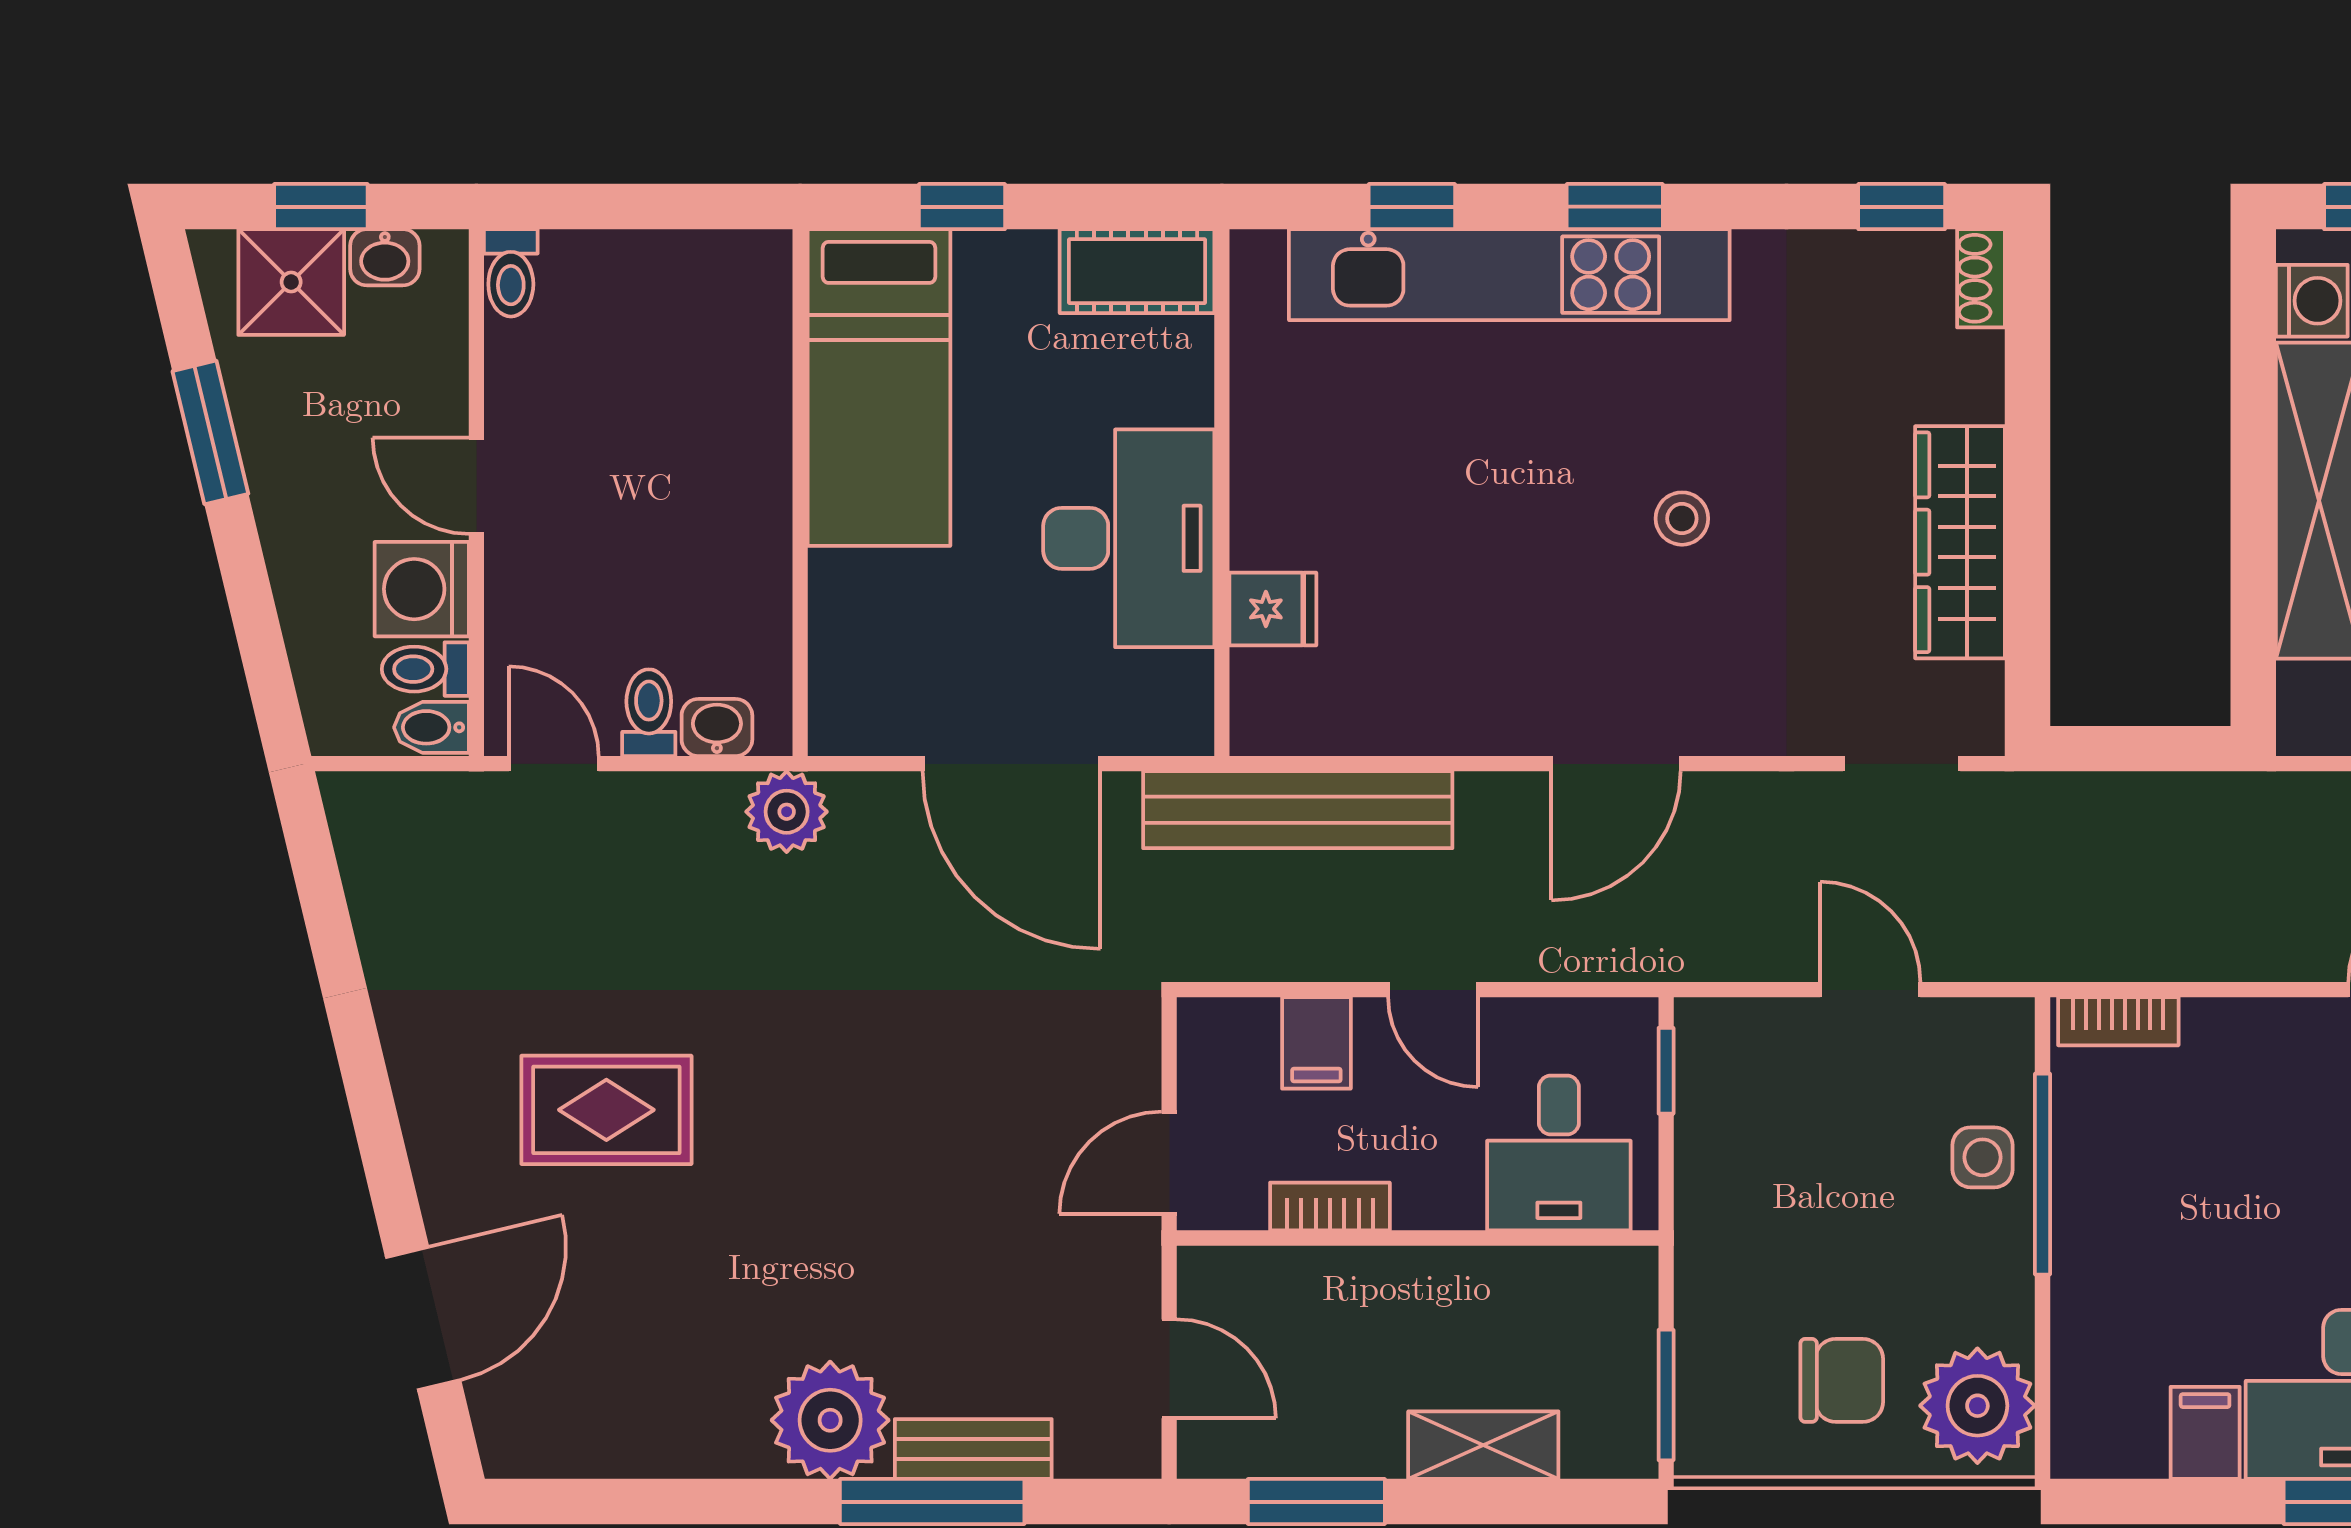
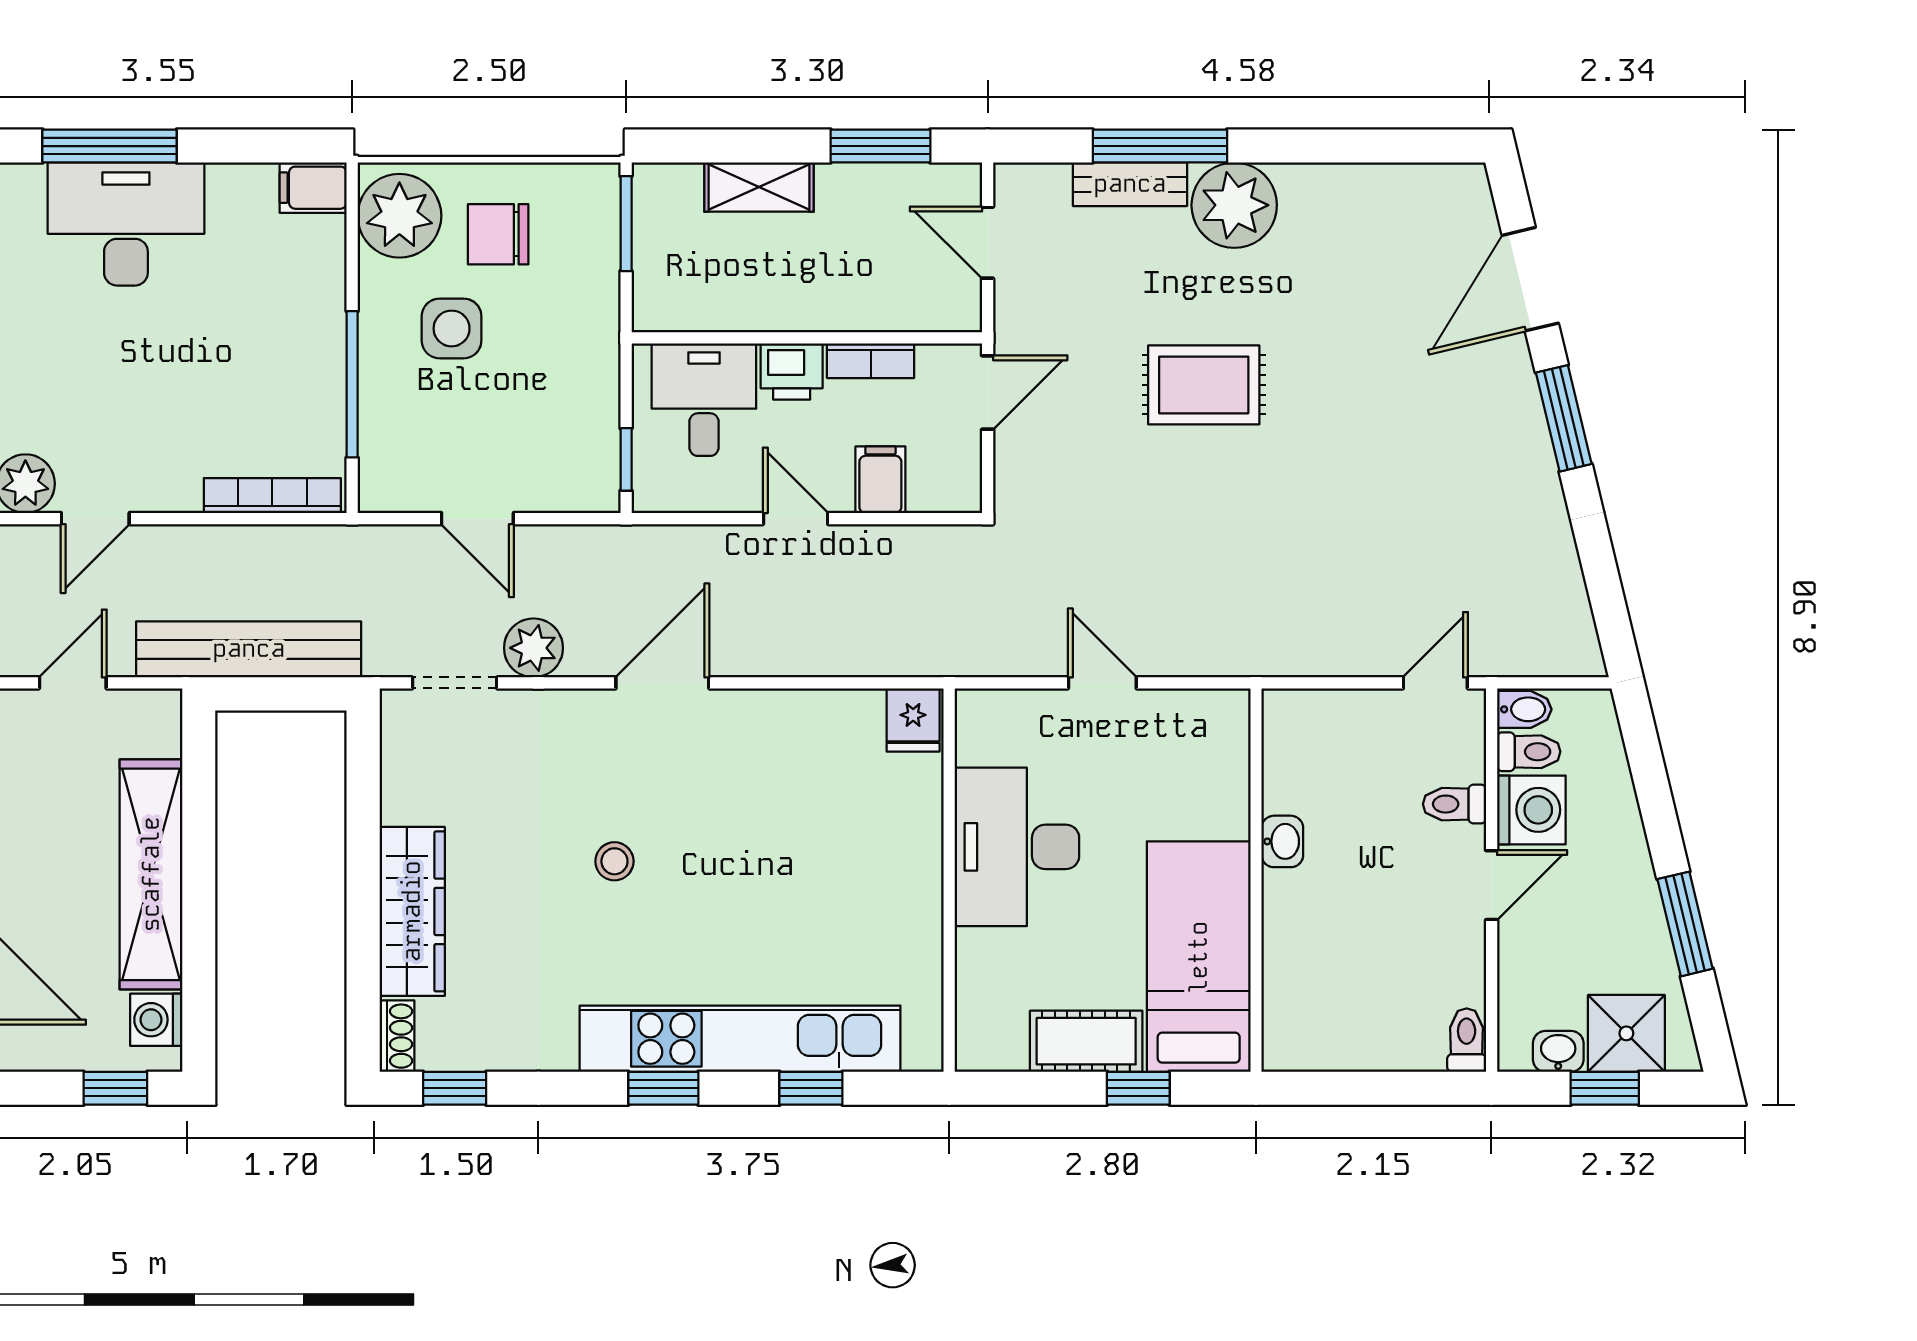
cot: (1137, 271) -> (1086, 1041), moved
door: (476, 486) -> (1492, 885), hinge flipped
wardrobe: (1960, 542) -> (412, 911), moved
fridge: (1273, 609) -> (913, 720), moved, turned -90
toilet: (649, 713) -> (1454, 804), moved, turned 90
washbasin: (717, 728) -> (1282, 841), moved, turned -90
door: (554, 764) -> (1435, 683), swing flipped
door: (1011, 764) -> (1102, 683), width x0.53
bench: (1298, 810) -> (249, 649), moved
plant: (787, 812) -> (533, 648), moved
bookcase: (2118, 1021) -> (272, 496), width x1.56
rug: (606, 1110) -> (1204, 385), moved
window: (377, 1127) -> (1564, 418), added
side table: (1983, 1157) -> (452, 328), moved, width x1.37, depth x1.37
printer: (1438, 1192) -> (792, 371), added
filing cabinet: (2205, 1433) -> (313, 188), moved, turned 90

